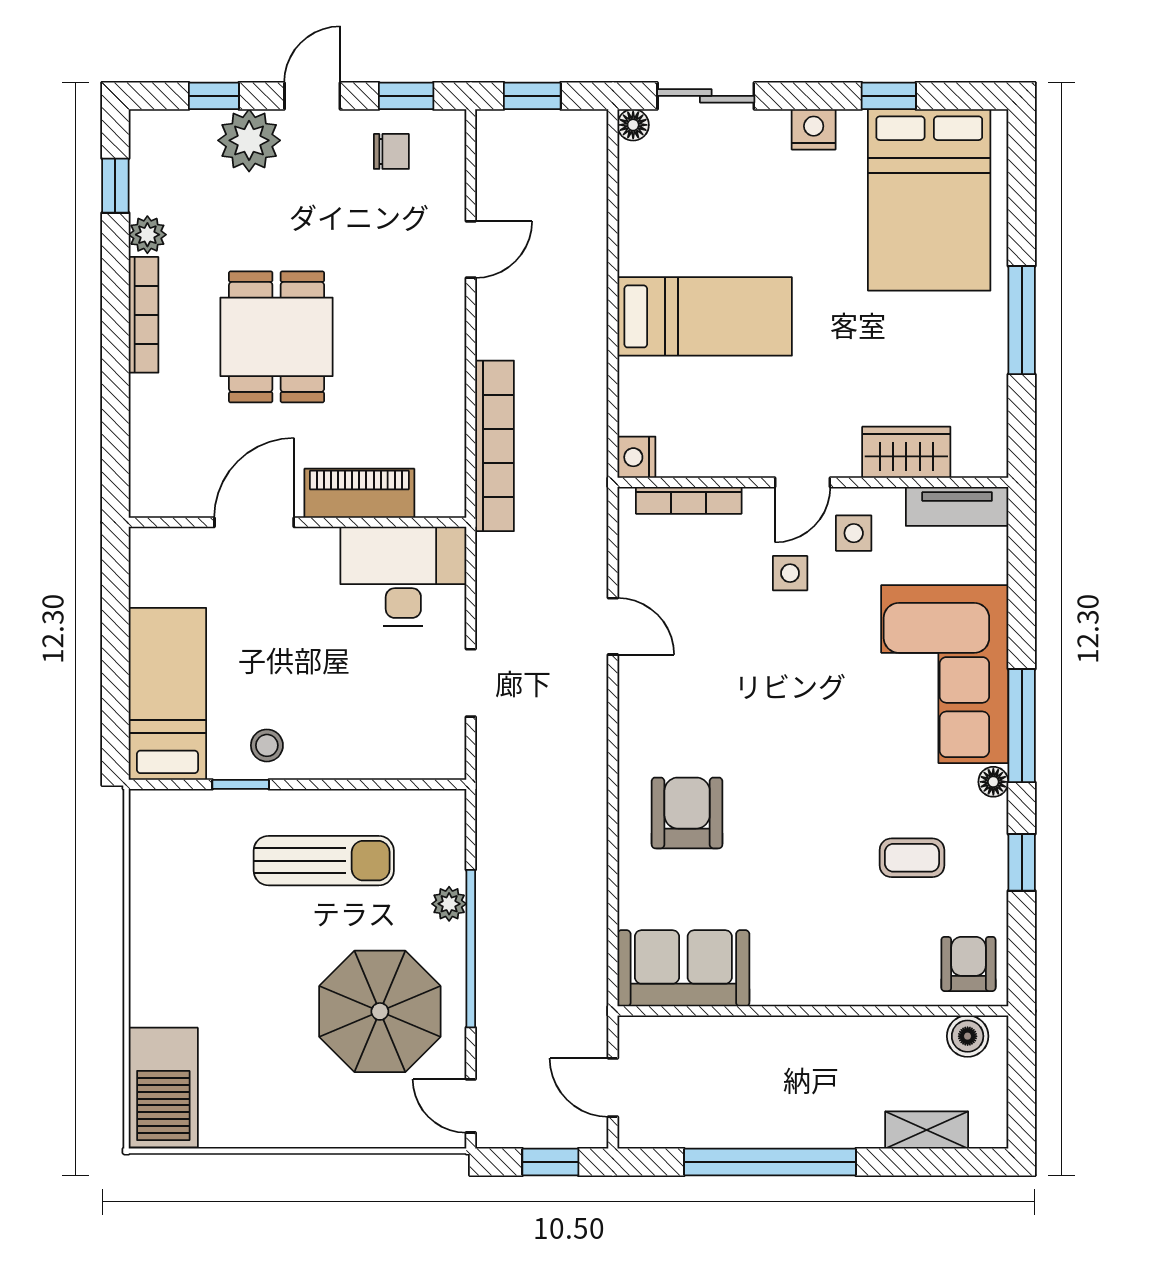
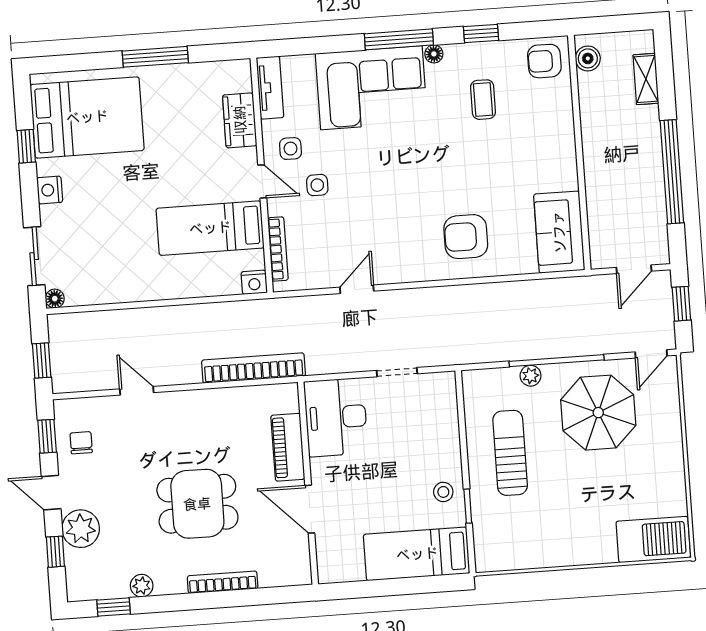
bookcase: (144, 315) -> (223, 582), moved
bed: (705, 316) -> (210, 228), moved, turned -90

